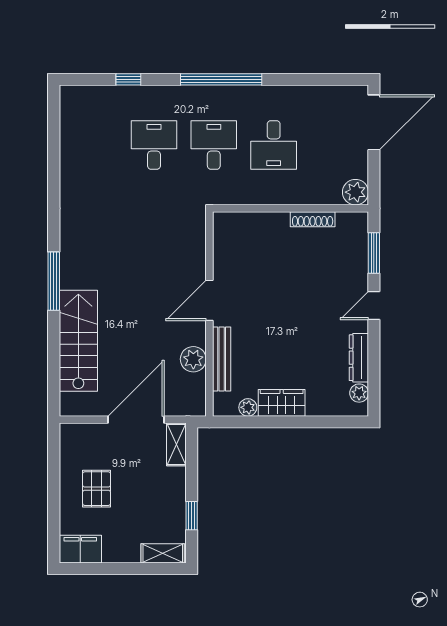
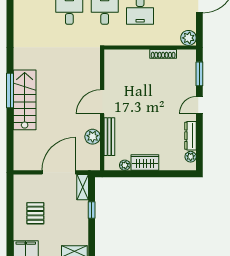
stairs: (78, 341) -> (25, 100), moved
window: (192, 516) -> (92, 210), moved

